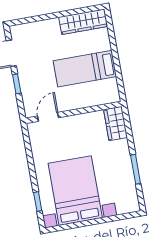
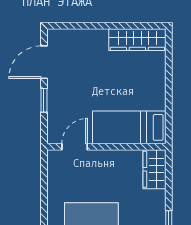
bed: (85, 69) -> (129, 127), moved

